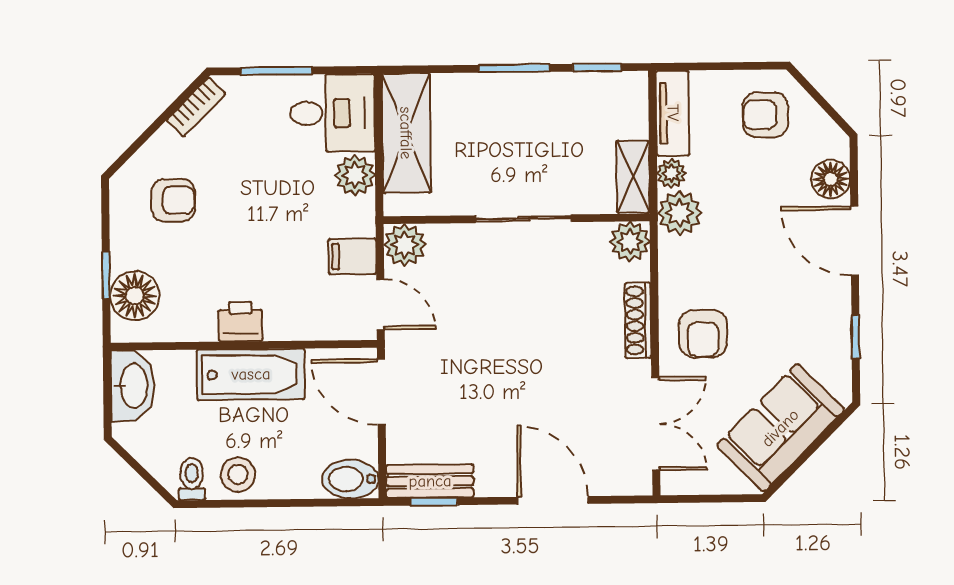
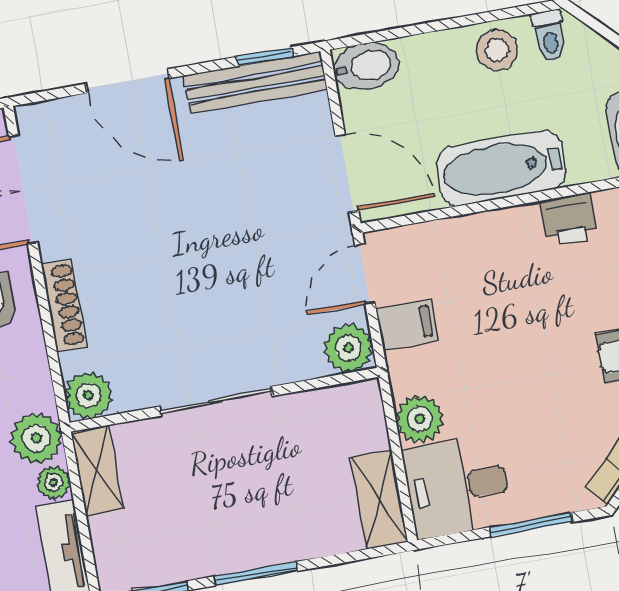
shelving: (406, 133) -> (379, 499), width x0.67, depth x0.75
door: (380, 304) -> (365, 274), hinge flipped
printer: (240, 322) -> (569, 219), moved
bench: (430, 481) -> (255, 83), width x1.36

